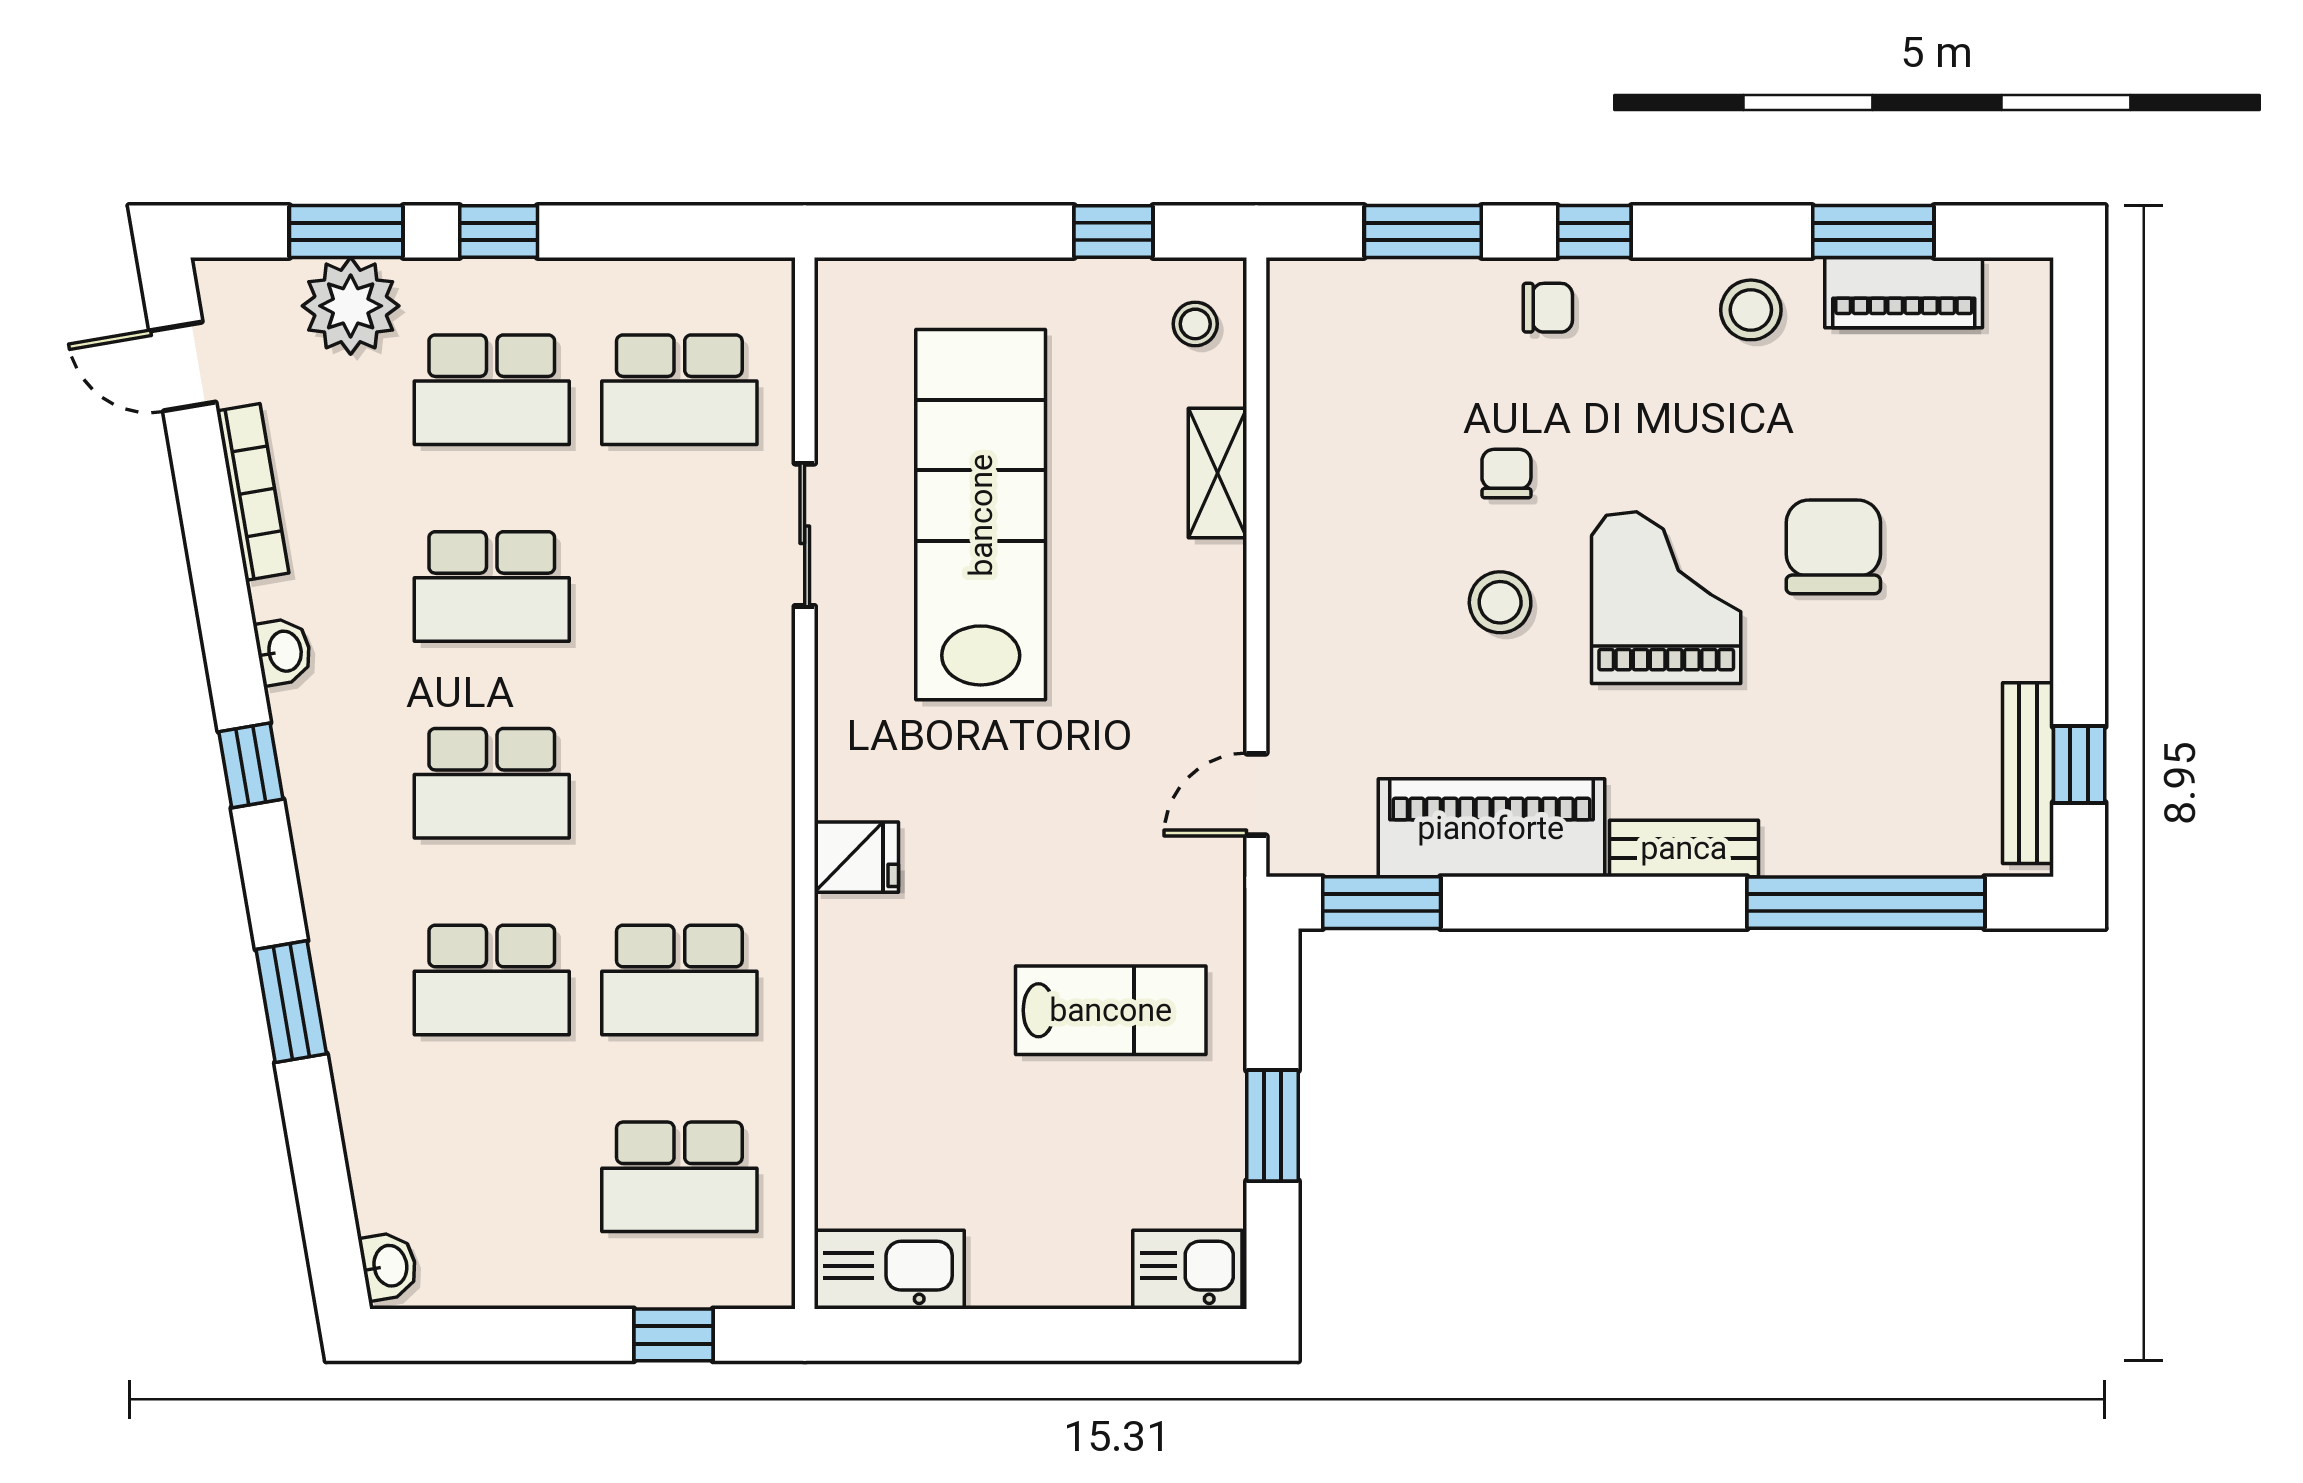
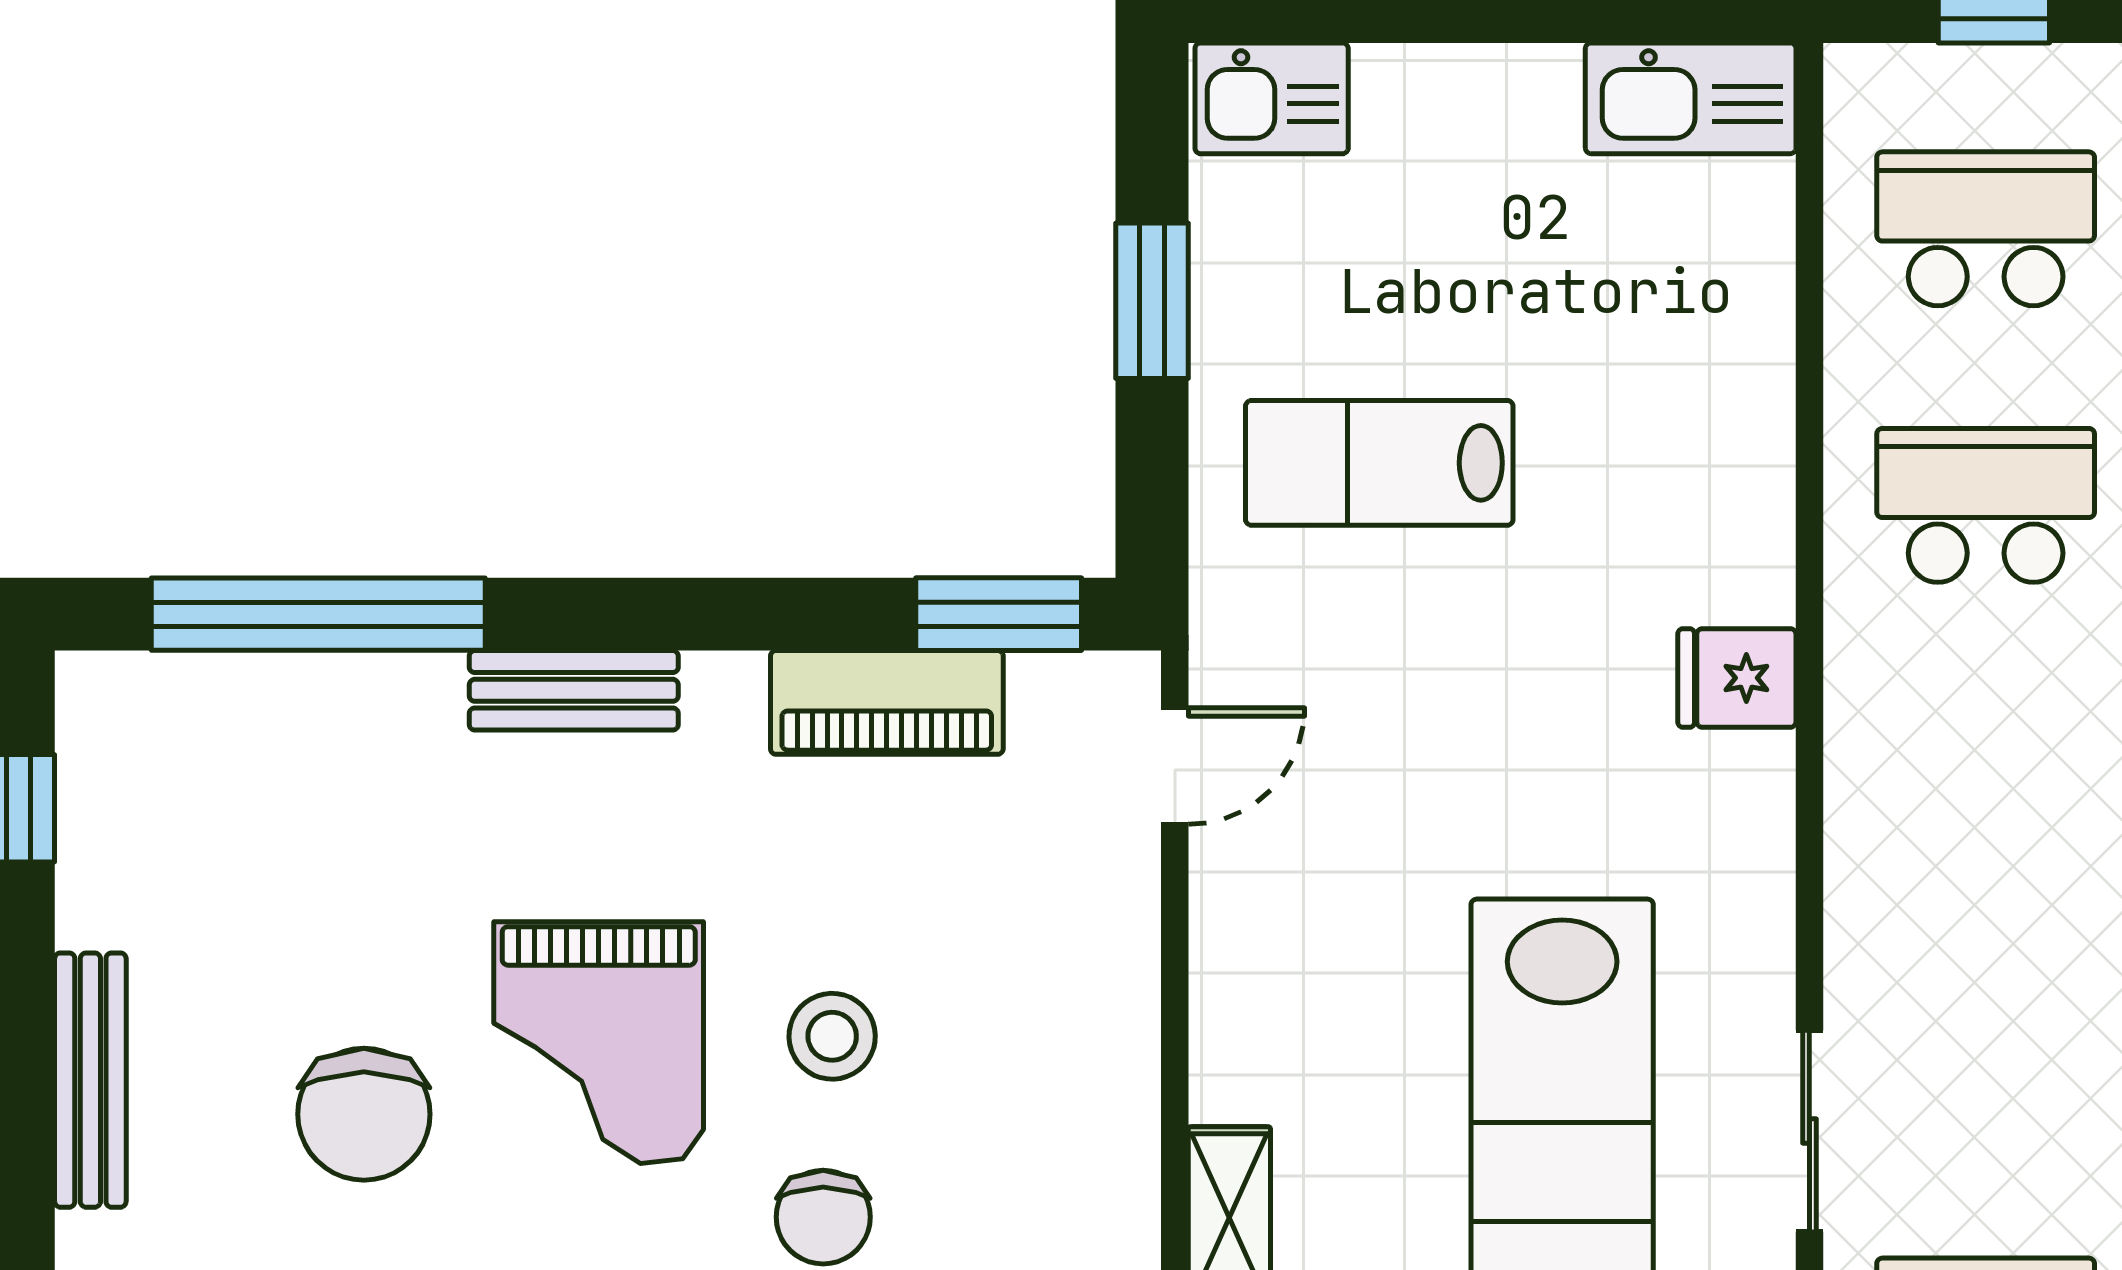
chair: (1506, 474) -> (823, 1217), width x1.37, depth x1.37
bench: (2028, 773) -> (90, 1080), moved
piano: (1491, 828) -> (887, 702), width x0.73, depth x0.75

